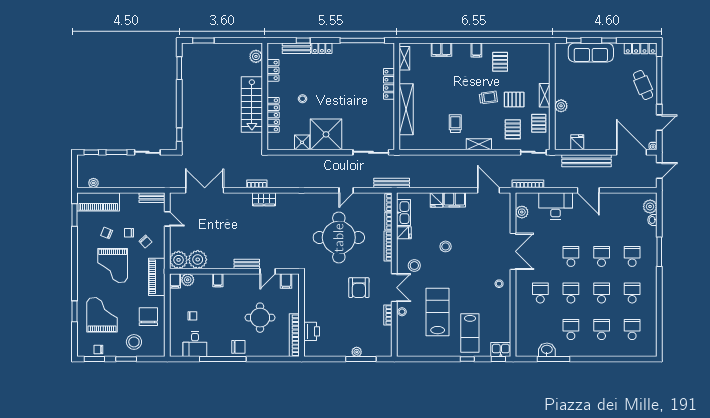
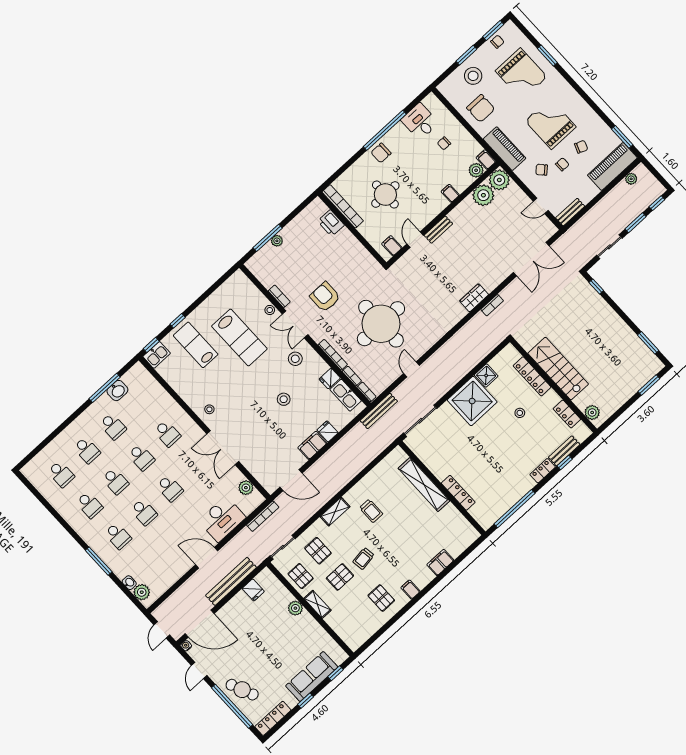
shelving: (404, 58) -> (465, 527), removed

